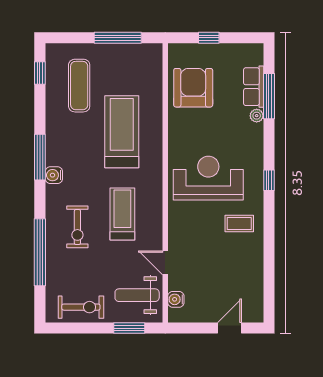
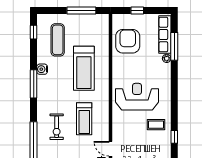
row of seats: (254, 87) -> (165, 34), width x1.48
treadmill: (122, 132) -> (84, 68), turned 180
water cooler: (54, 175) -> (42, 69), moved
window: (269, 180) -> (174, 137), moved
treadmill: (122, 214) -> (84, 119), turned 180

